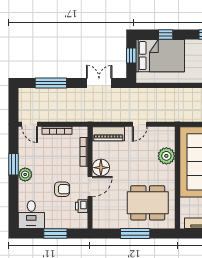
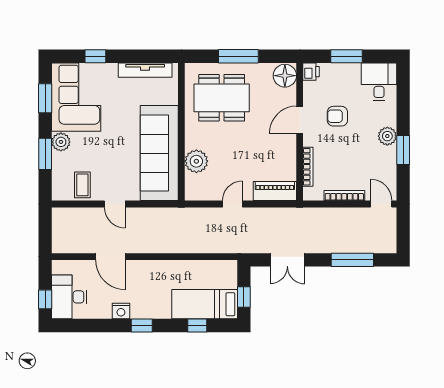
bed: (160, 56) -> (205, 304), width x0.67
floor lamp: (101, 168) -> (285, 76), moved
printer: (82, 206) -> (311, 72), moved

